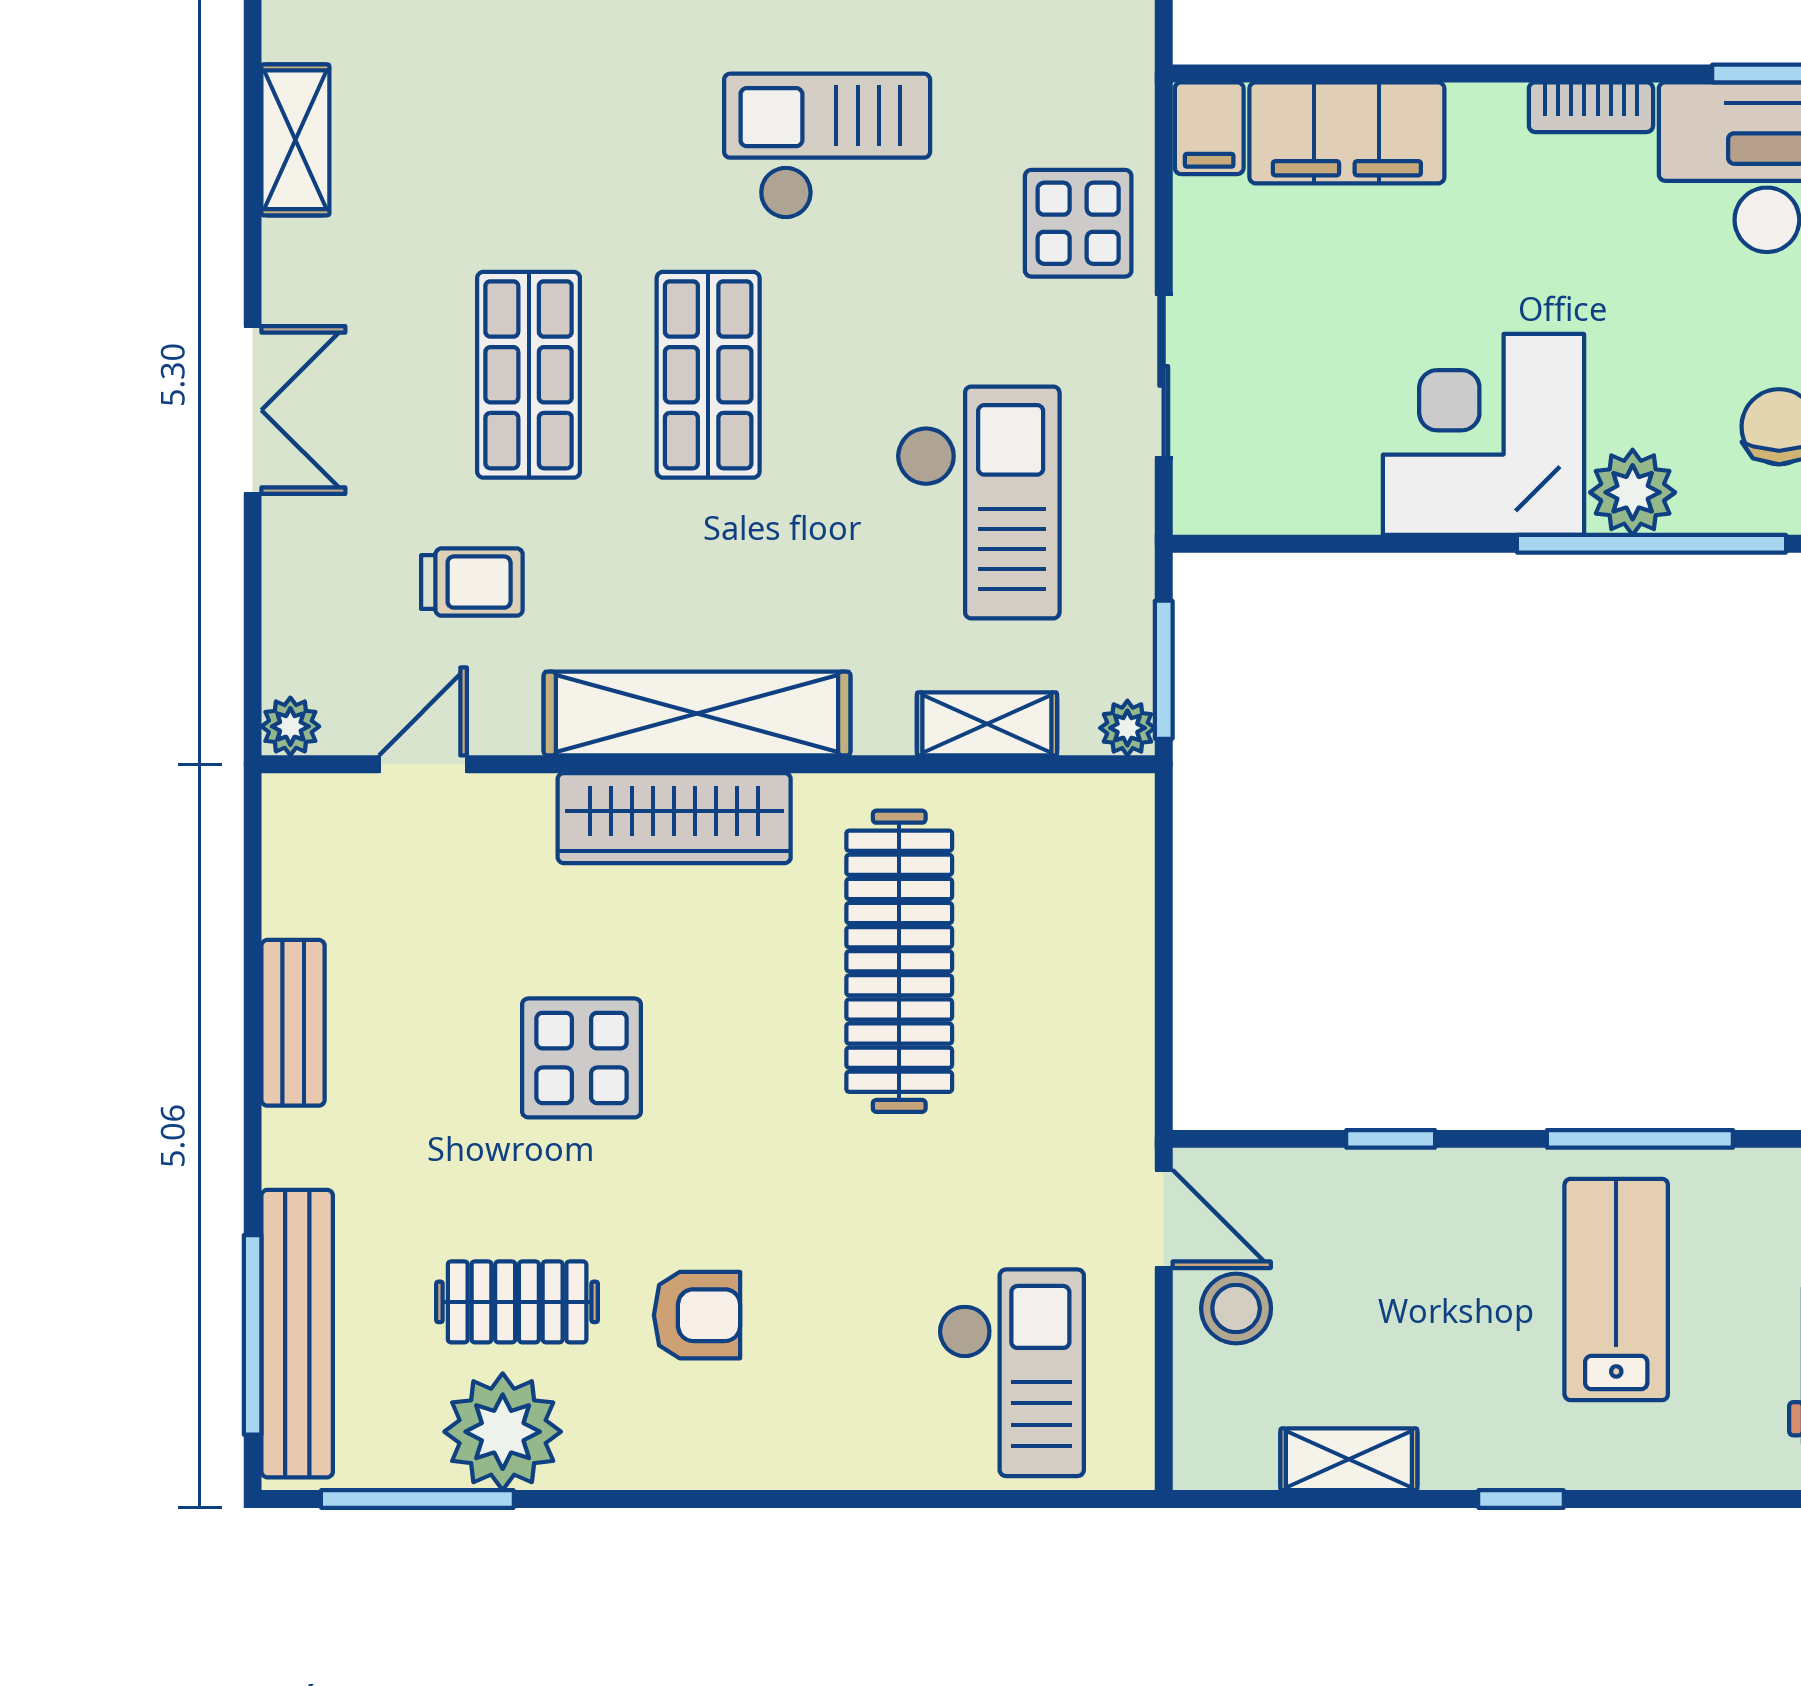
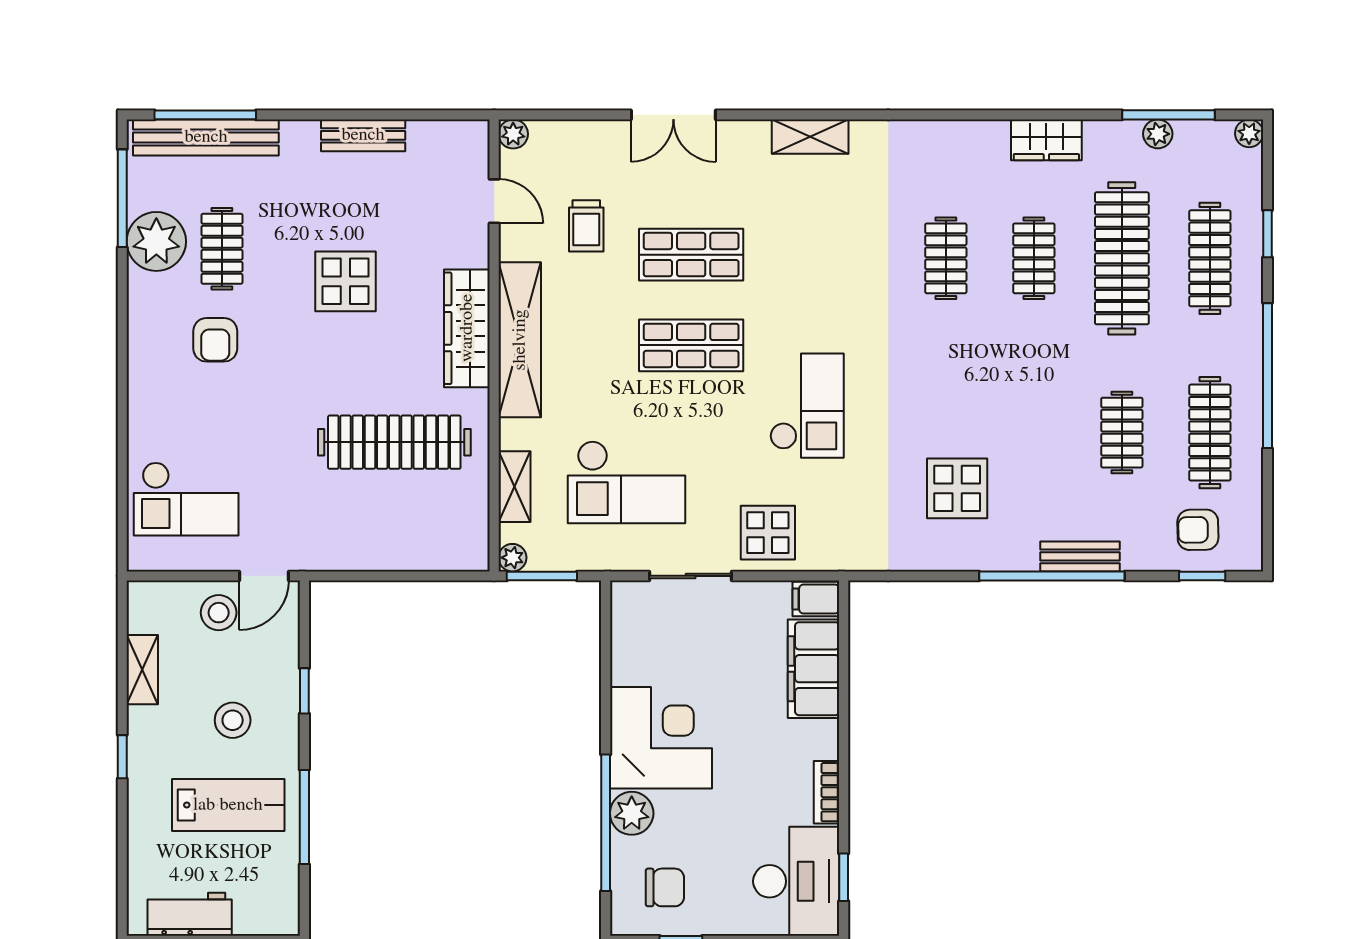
stool: (1449, 1281) -> (233, 720), added

